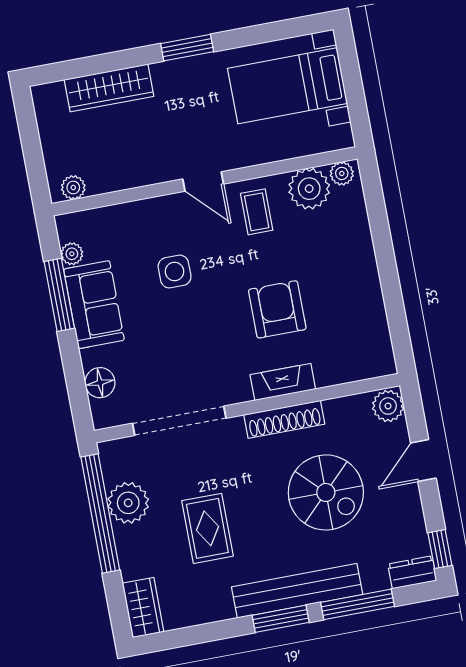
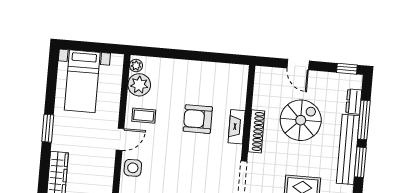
side table: (175, 272) -> (133, 168), moved
plant: (388, 406) -> (264, 75), removed
dresser: (412, 572) -> (354, 102), moved

